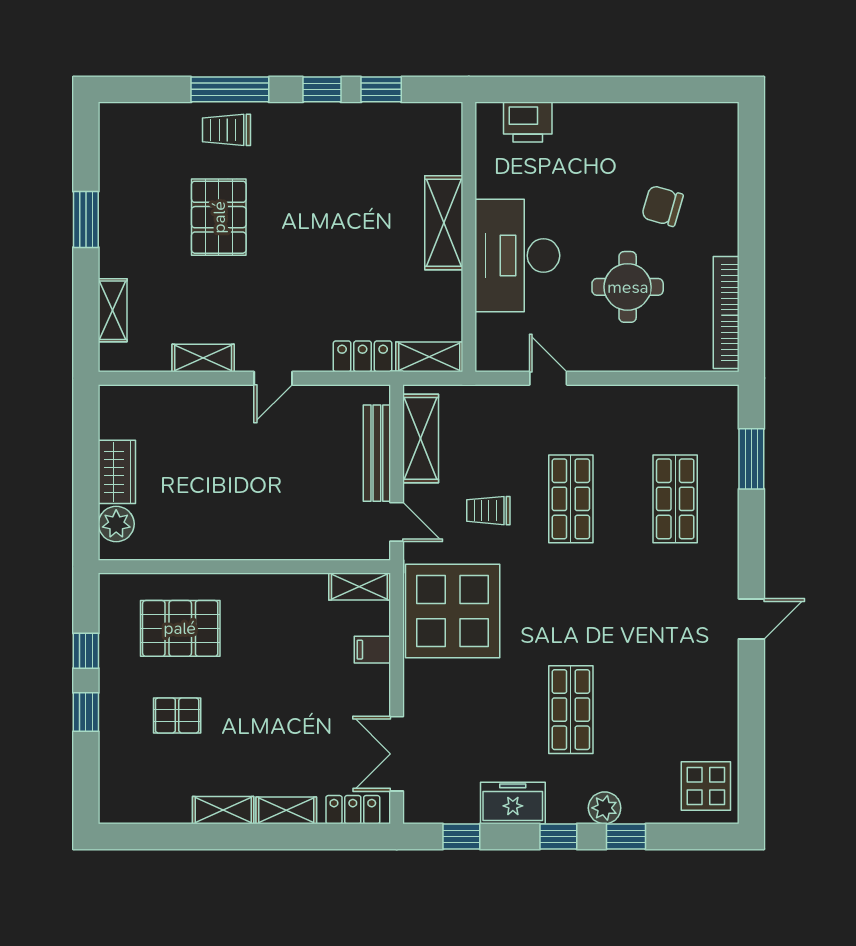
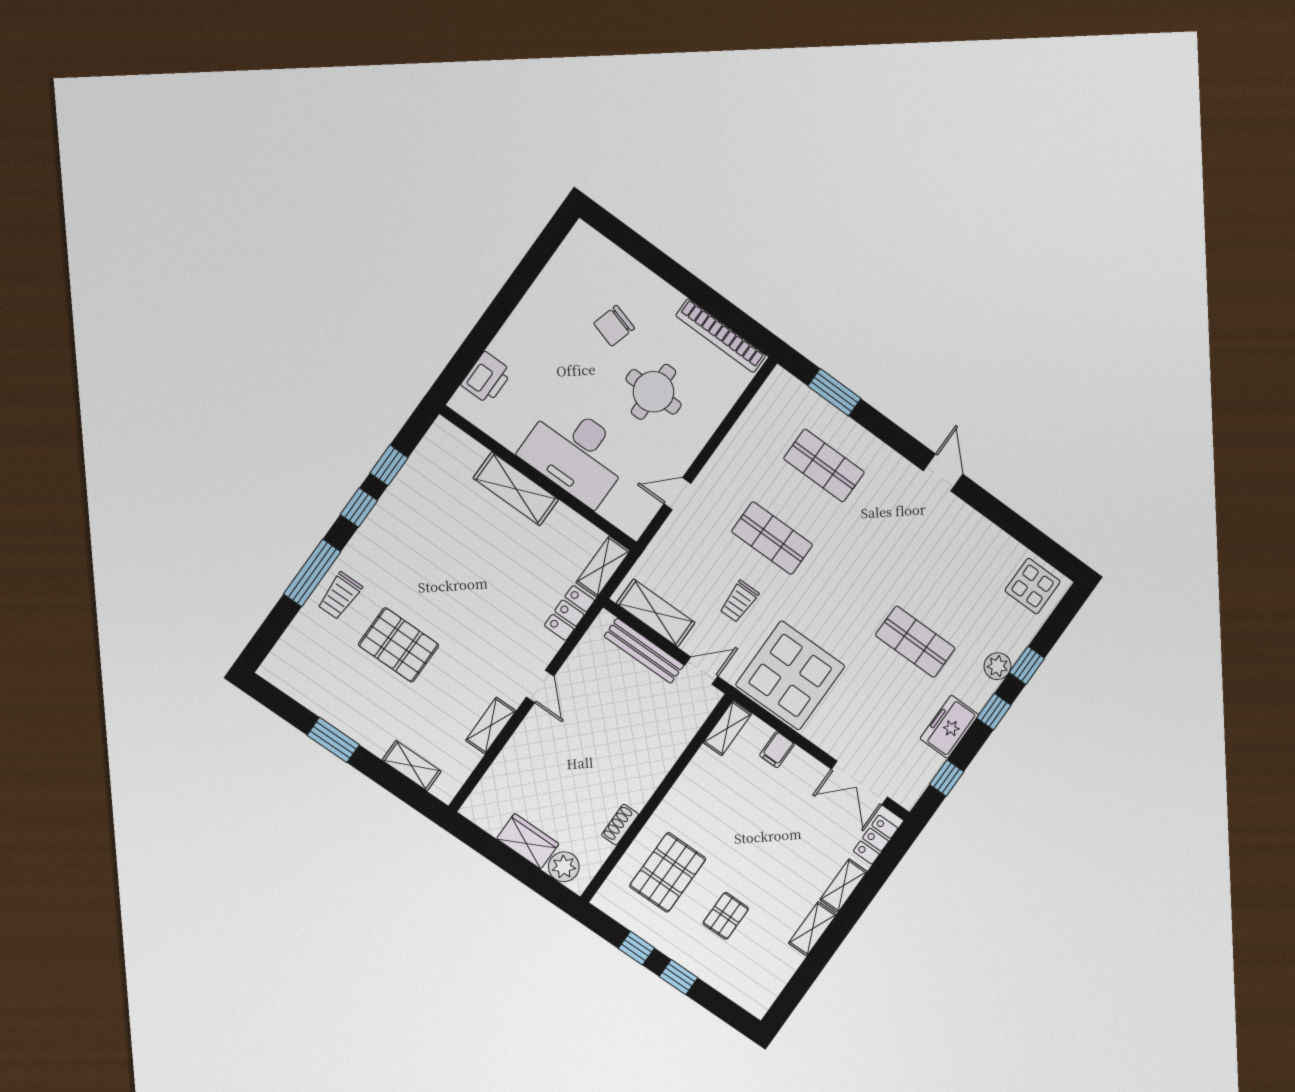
shoe rack: (194, 549) -> (620, 825), added

